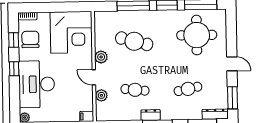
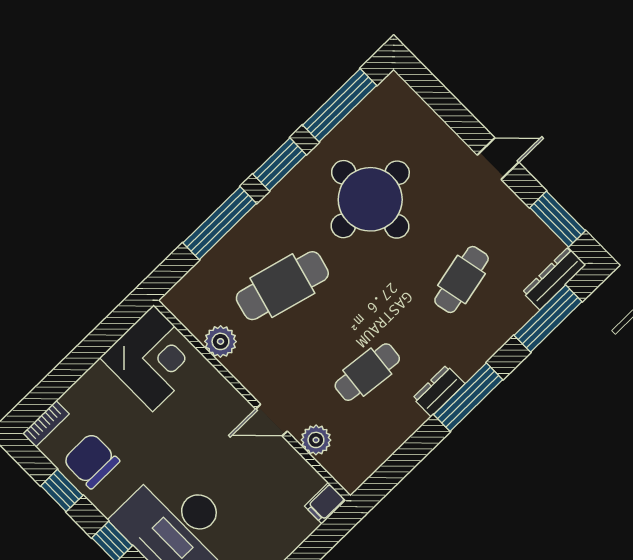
corner desk: (71, 32) -> (153, 358), width x0.74, depth x0.74
round table: (197, 35) -> (370, 199), moved
plant: (101, 57) -> (220, 341), moved

